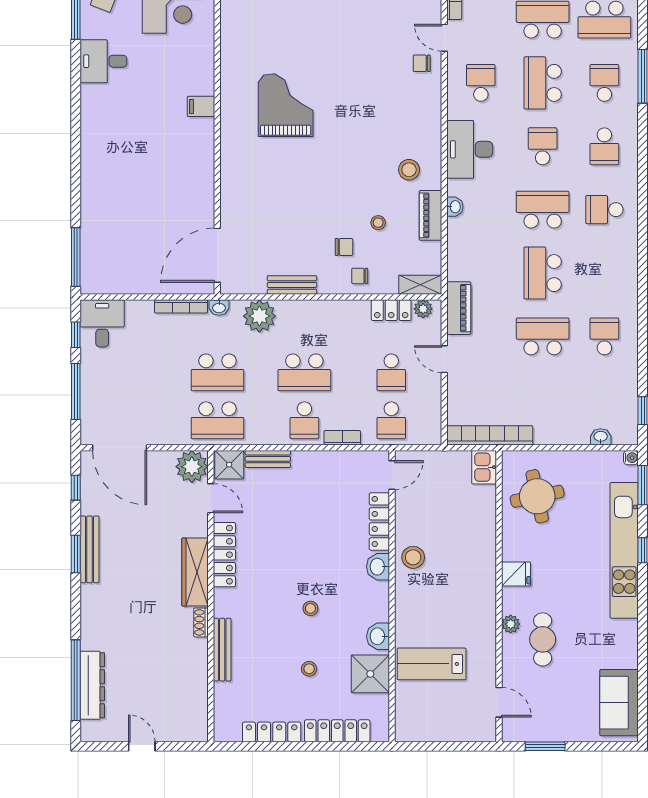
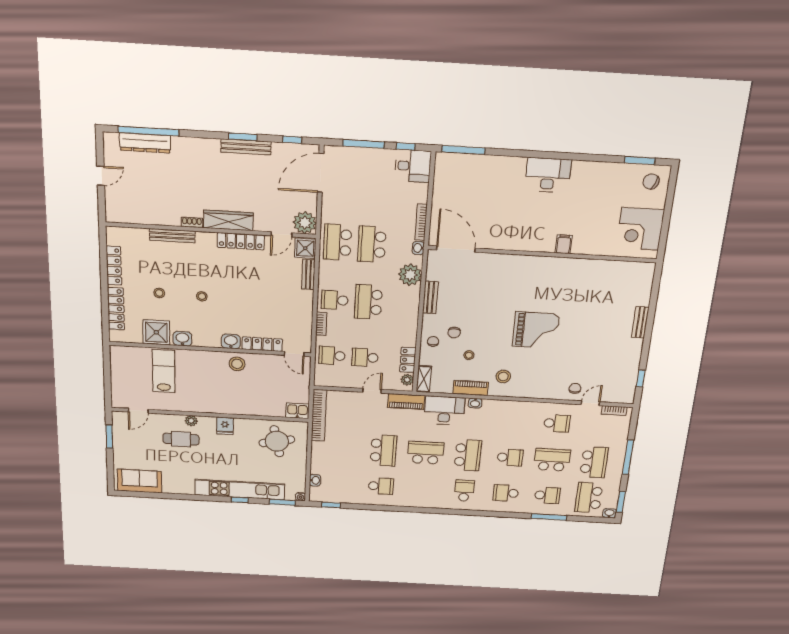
desk: (103, 61) -> (548, 175), moved, width x1.37
grand piano: (286, 105) -> (536, 330), moved
desk: (470, 149) -> (444, 410), moved

